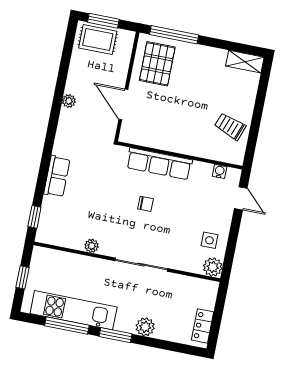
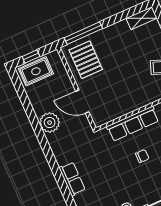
window: (103, 21) -> (31, 56), width x0.67
plant: (69, 101) -> (50, 123), width x1.88, depth x1.88

